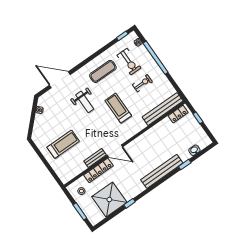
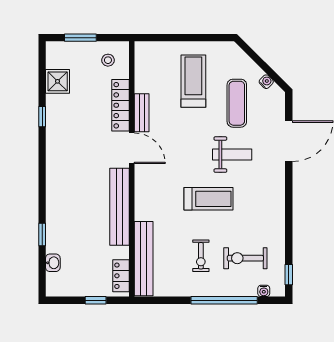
exercise mat: (103, 71) -> (237, 103), moved
weight bench: (85, 102) -> (232, 155), turned 180
treadmill: (118, 108) -> (208, 199), moved
treadmill: (63, 144) -> (193, 81), turned 180
door: (115, 151) -> (132, 148), swing flipped
bench: (162, 171) -> (119, 207), moved
shower: (109, 199) -> (58, 81), width x0.54, depth x0.54

